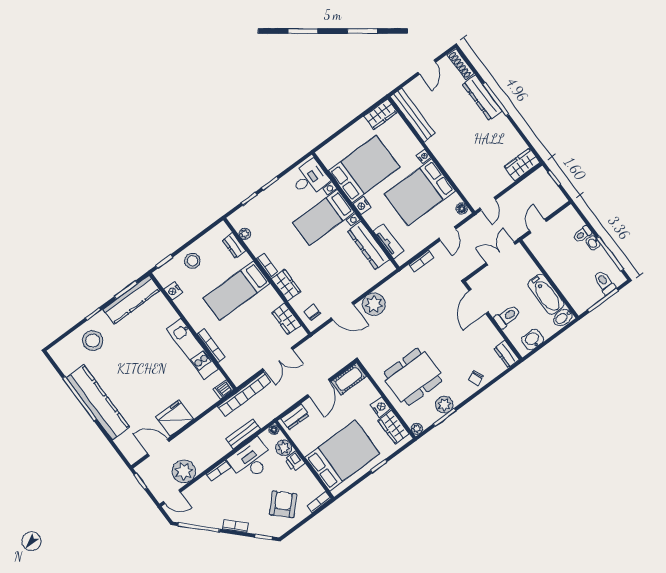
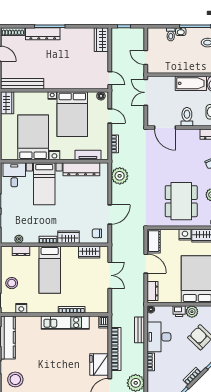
plant: (374, 304) -> (120, 176), moved
bookcase: (244, 394) -> (116, 349), moved
plant: (284, 448) -> (192, 312), moved

